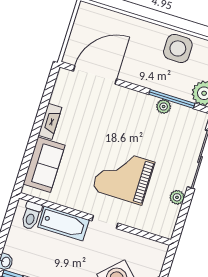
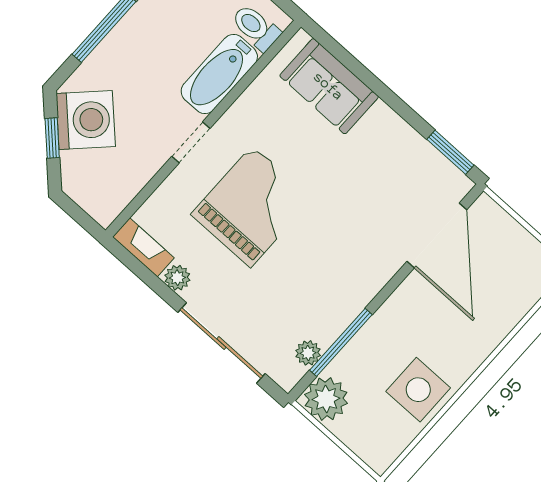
window: (49, 87) -> (450, 152), added
plant: (164, 107) -> (308, 353), moved
fireplace: (50, 121) -> (143, 247), moved, turned 180

